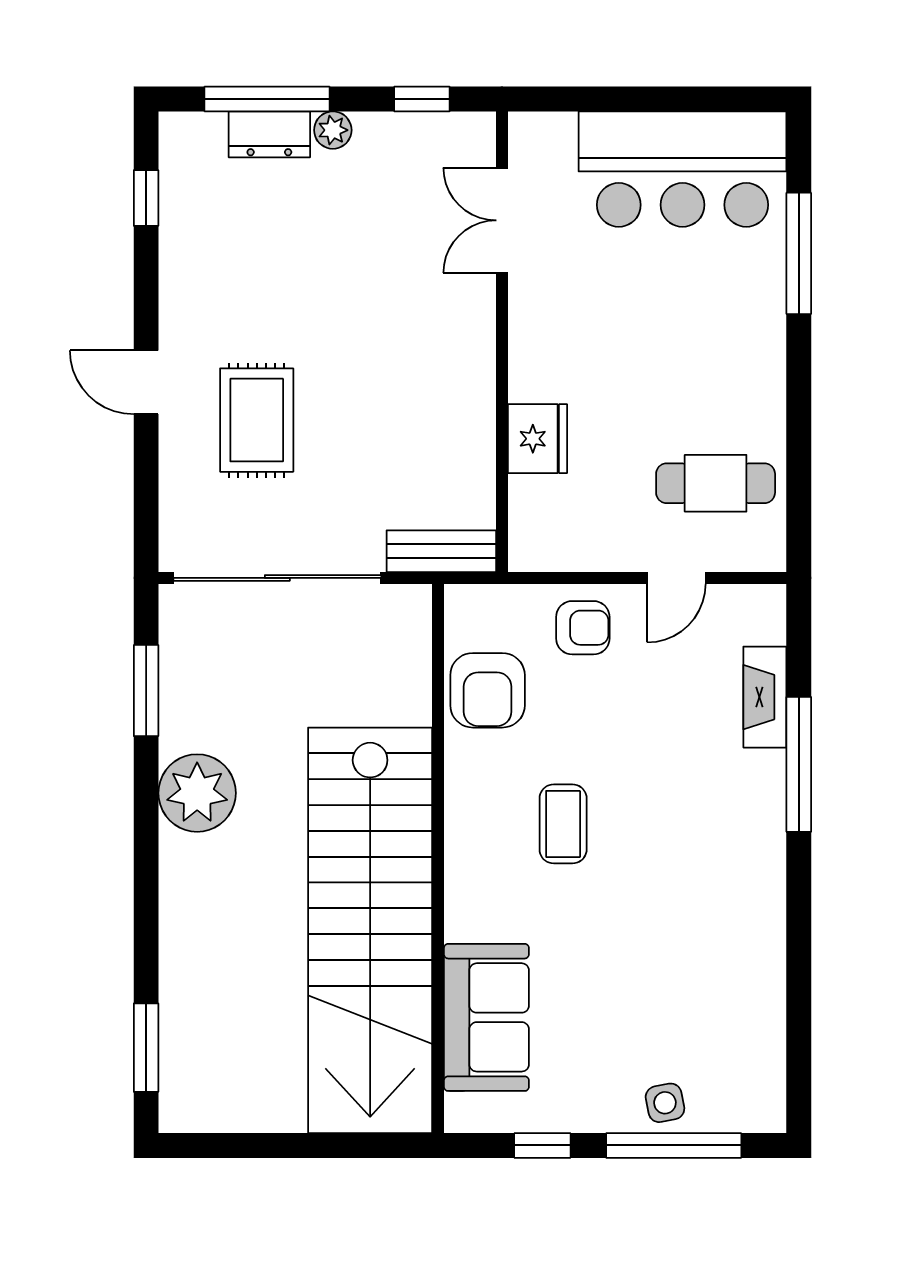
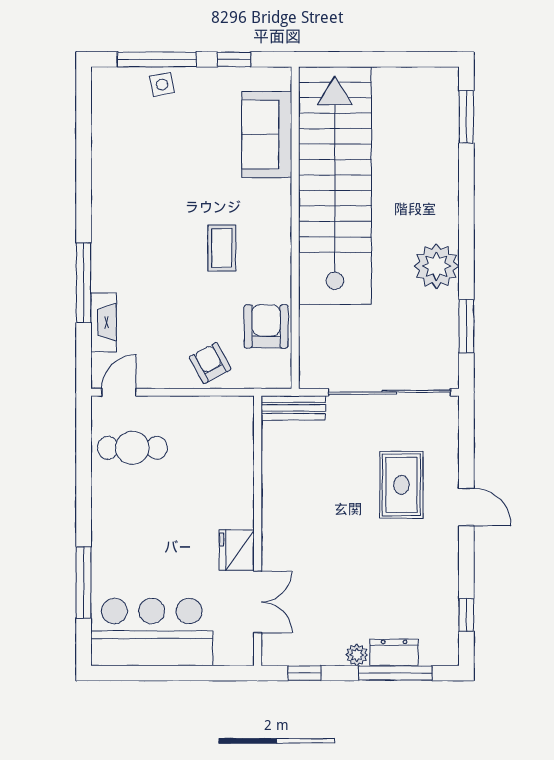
fridge: (538, 439) -> (237, 550), moved
door: (676, 578) -> (119, 392), moved
armchair: (583, 628) -> (210, 363), turned 62

